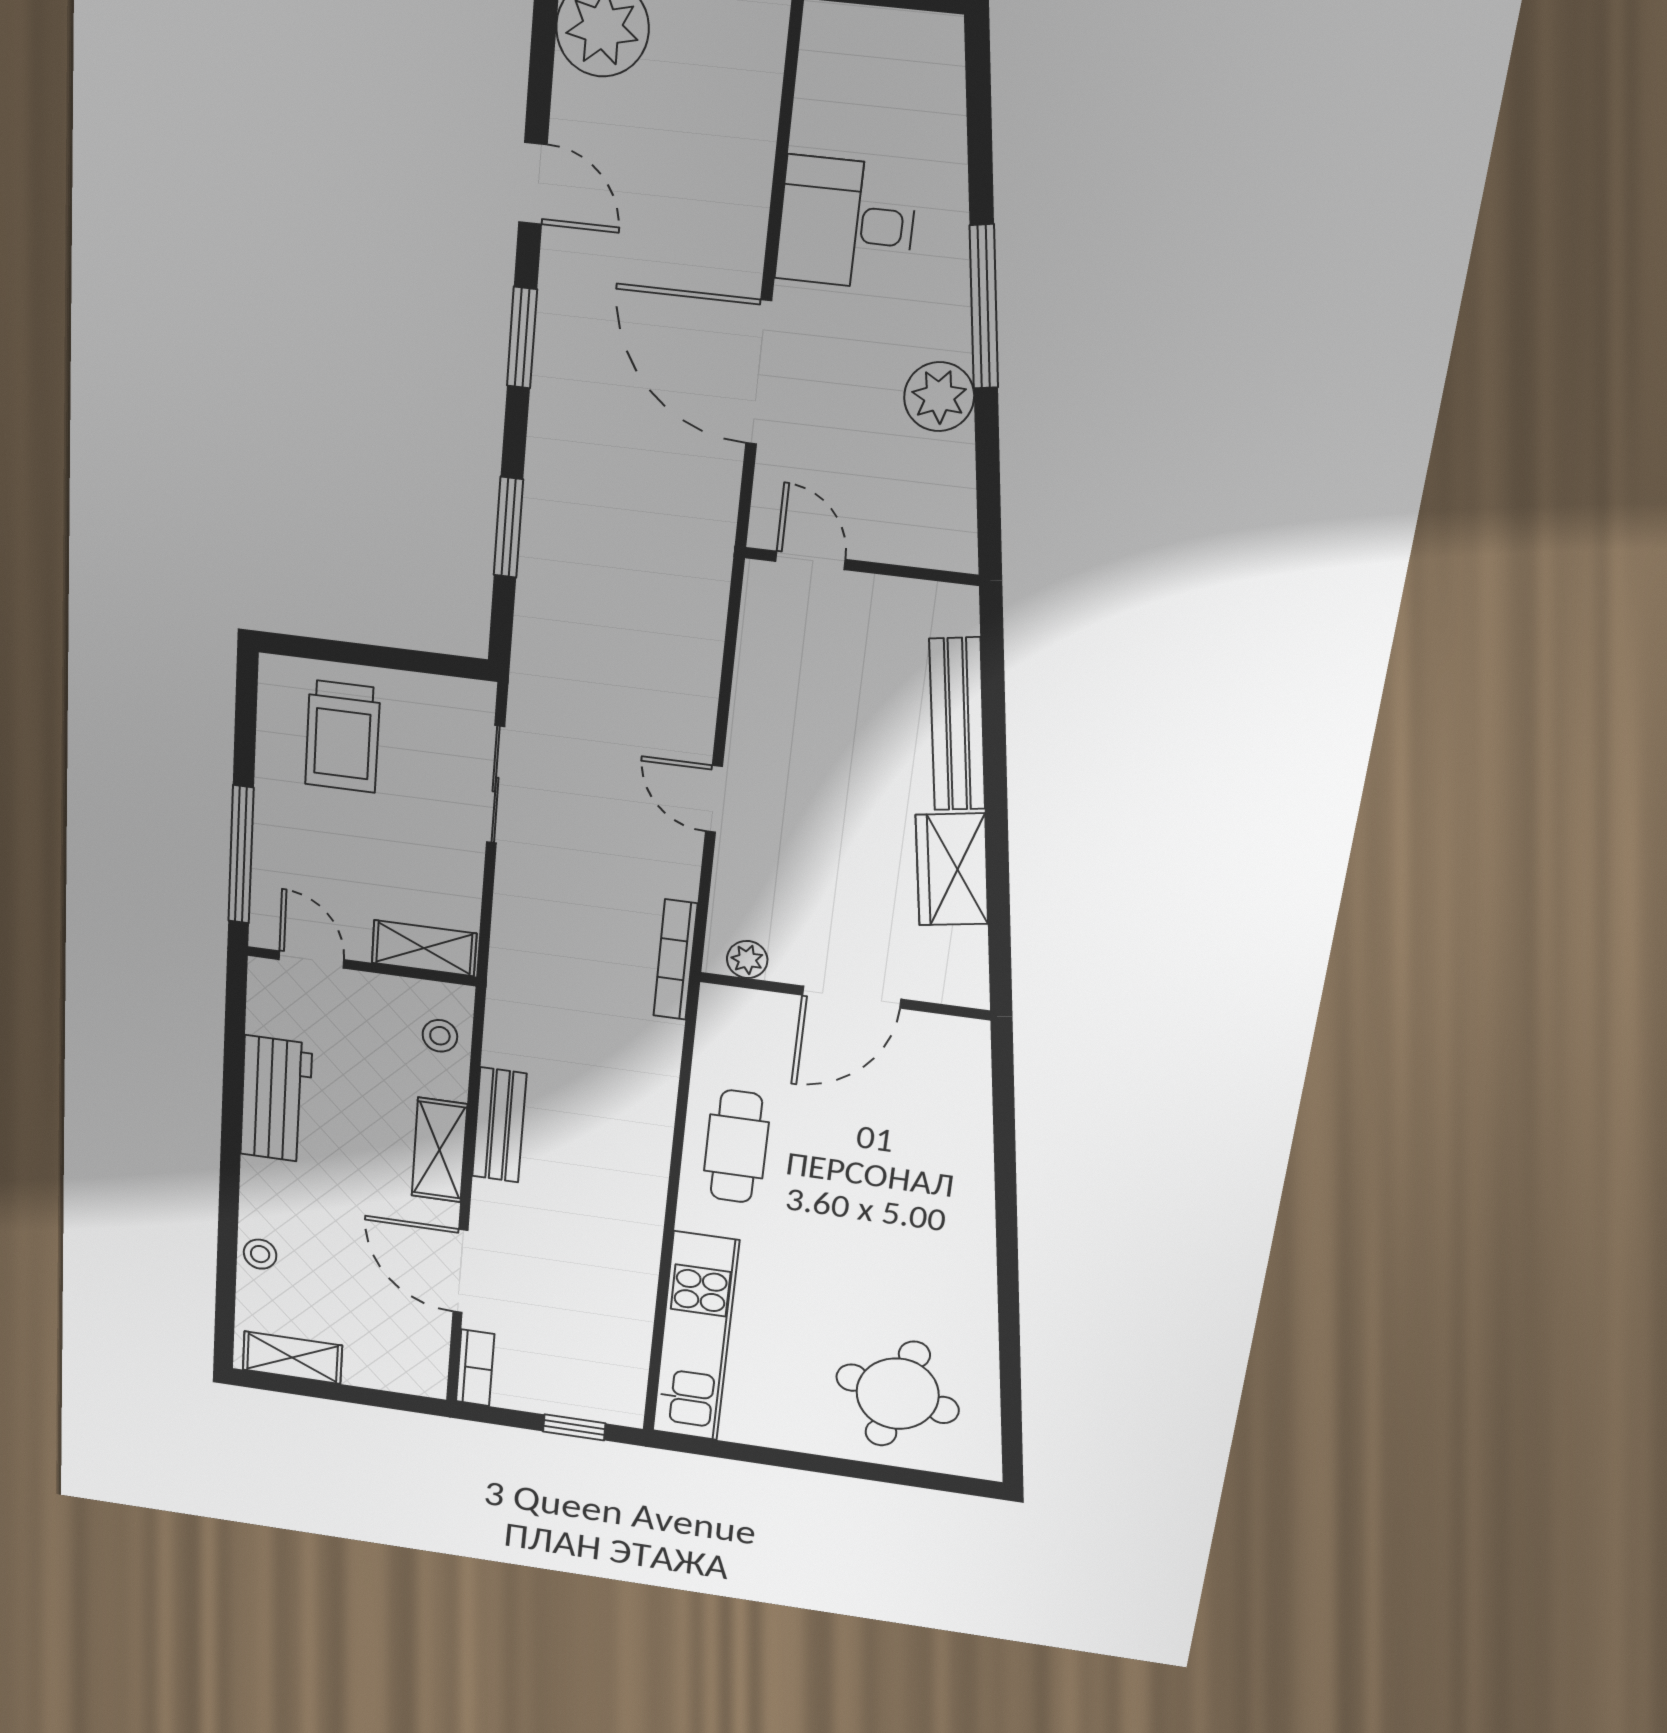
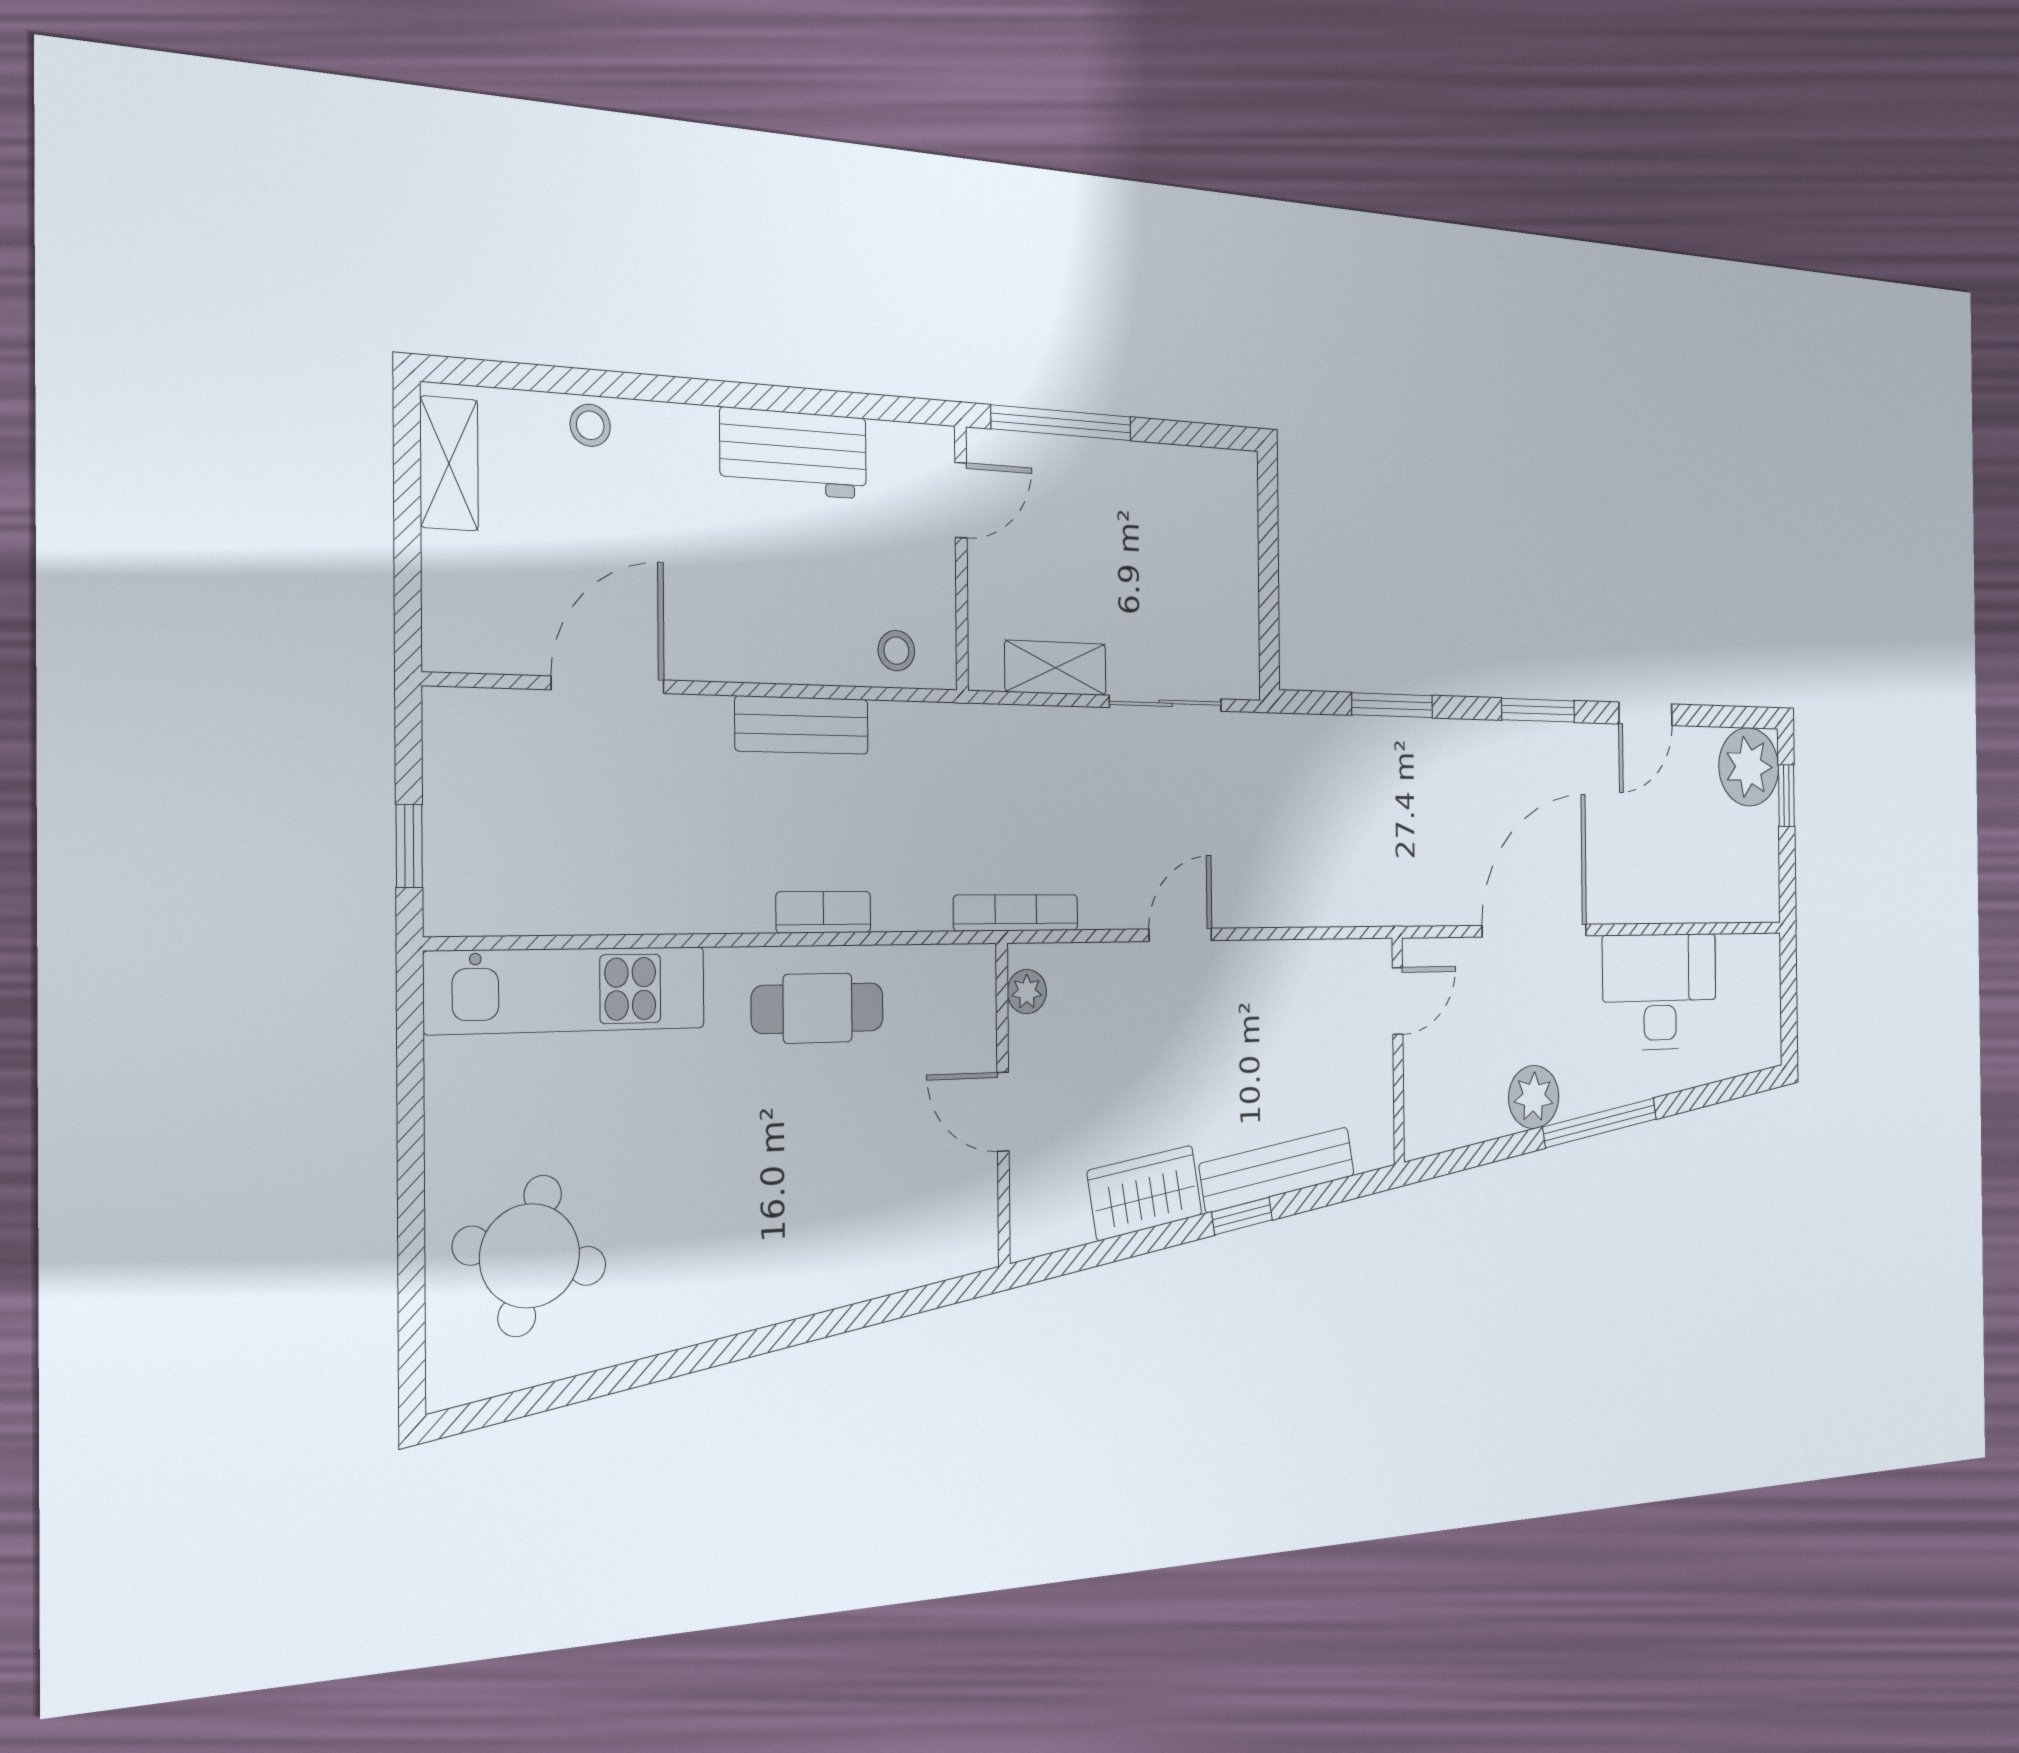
desk: (846, 223) -> (1660, 992), width x1.37
trolley: (343, 736) -> (1191, 538), removed
window: (995, 770) -> (1242, 1216), added
shelving: (424, 948) -> (1056, 668), moved, turned 90
door: (852, 997) -> (1003, 1112), width x0.73
shelving: (439, 1150) -> (761, 654), removed
bookcase: (475, 1368) -> (823, 912), moved, turned 180

